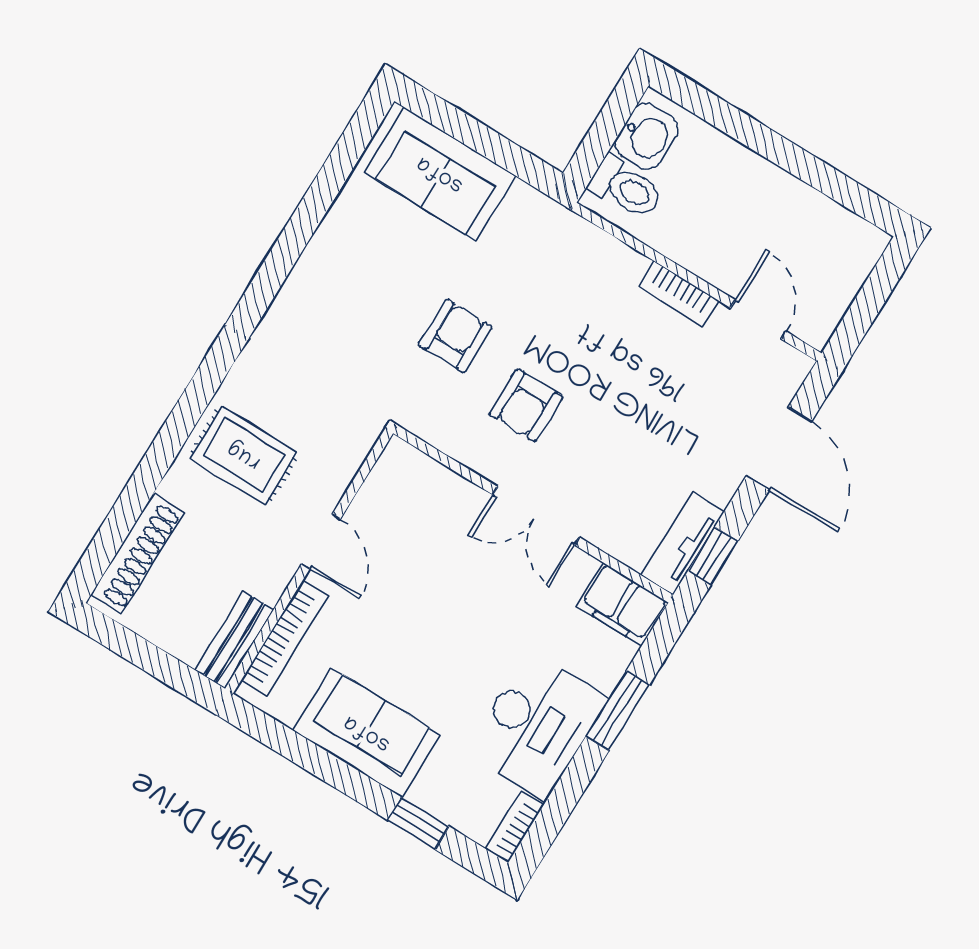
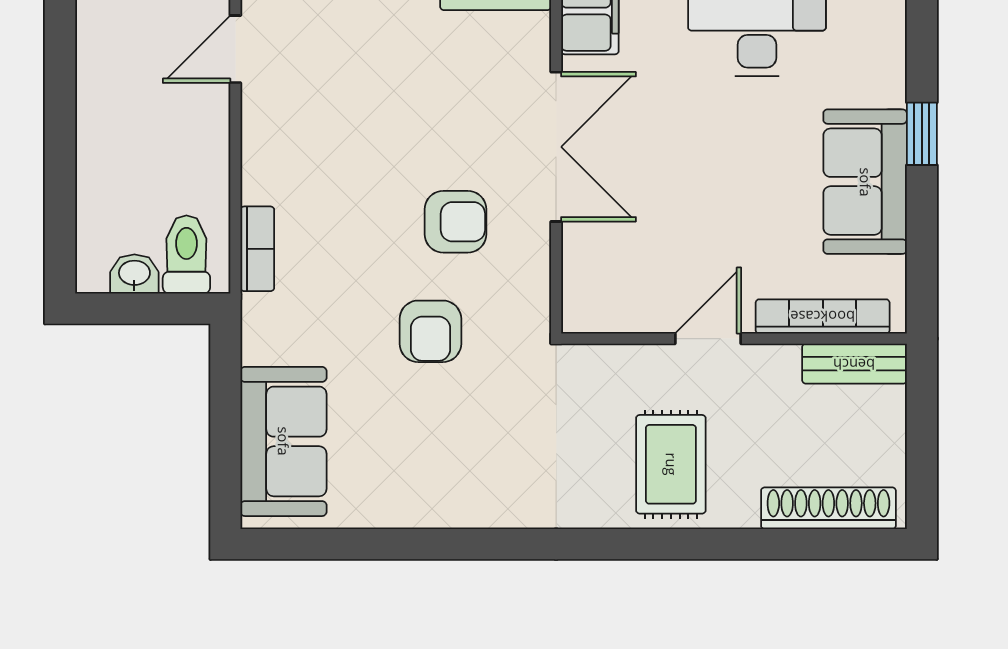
washbasin: (647, 136) -> (134, 274), width x0.72, depth x0.69
bookcase: (679, 294) -> (257, 249), moved
armchair: (455, 336) -> (430, 331), turned -90
double door: (536, 516) -> (556, 147), width x1.37
window: (418, 823) -> (922, 134), moved

